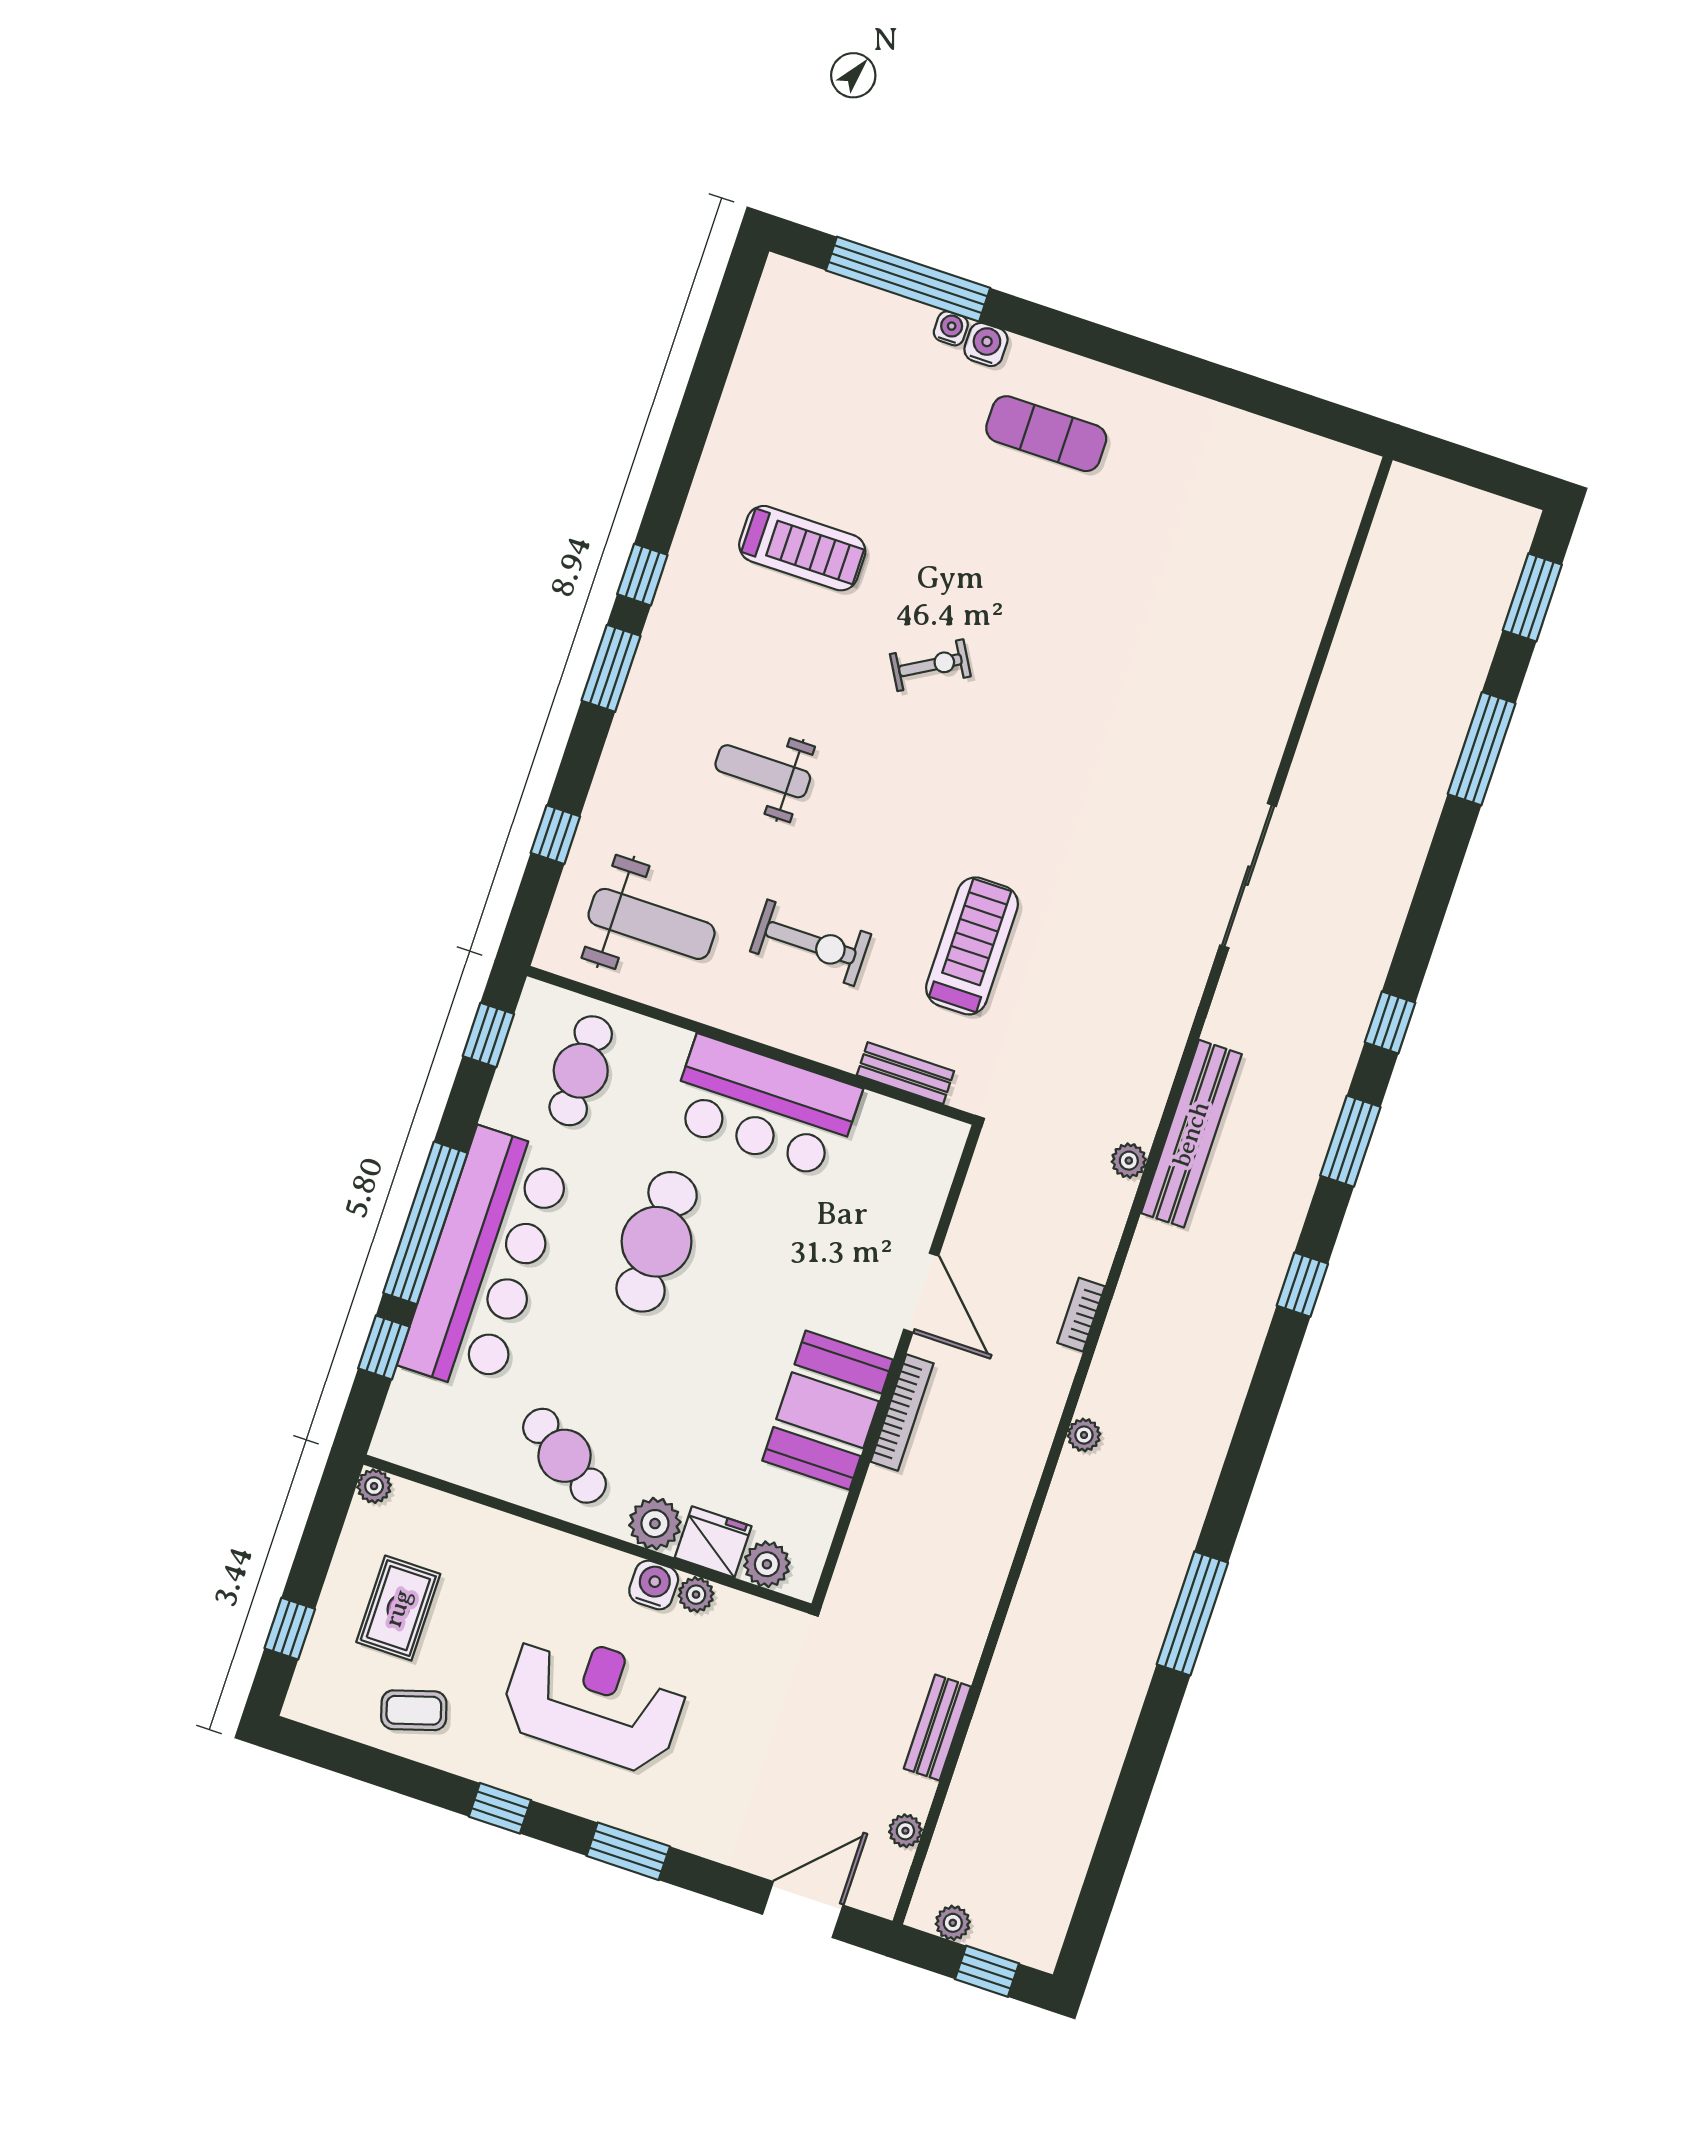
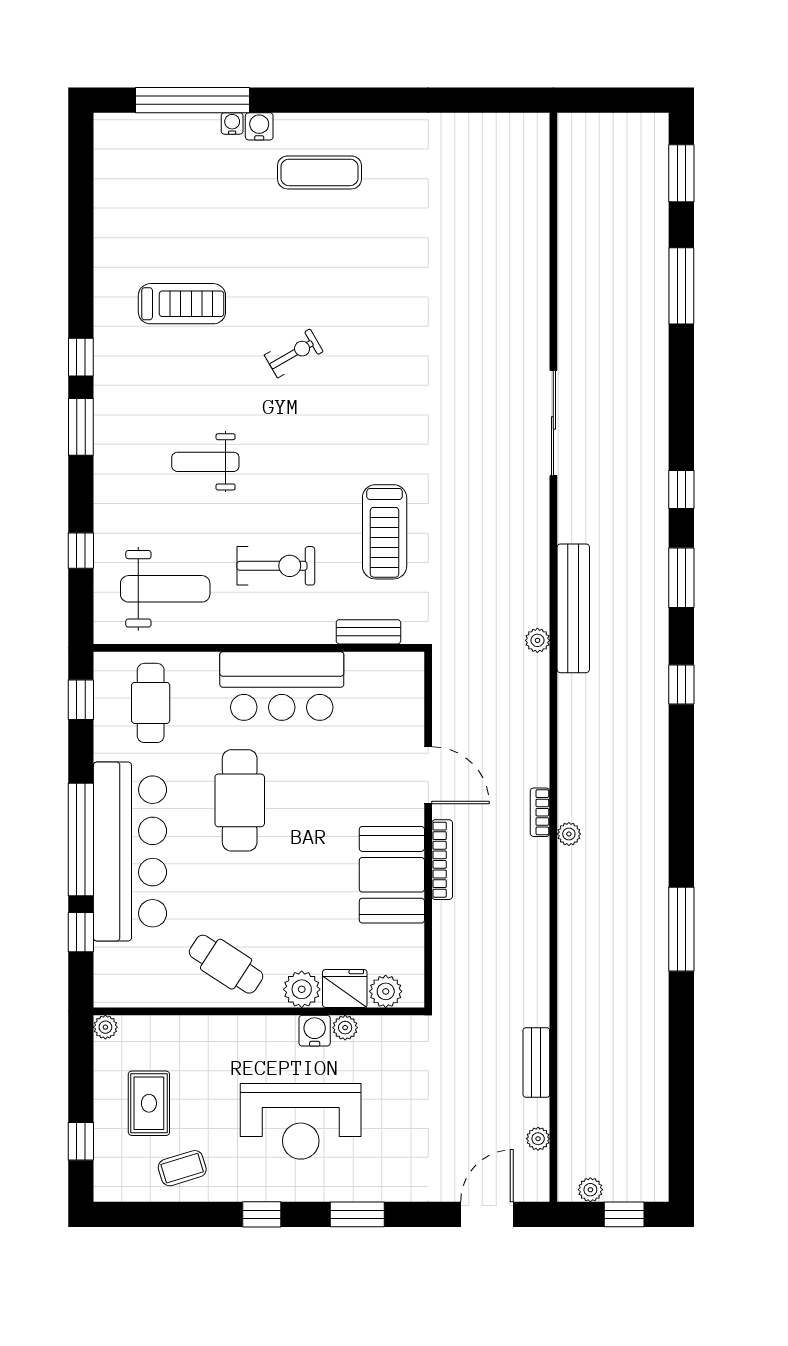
treadmill: (972, 946) -> (385, 532), turned 180
bookcase: (1081, 1315) -> (540, 812), moved
reception desk: (594, 1701) -> (301, 1121), turned 180

